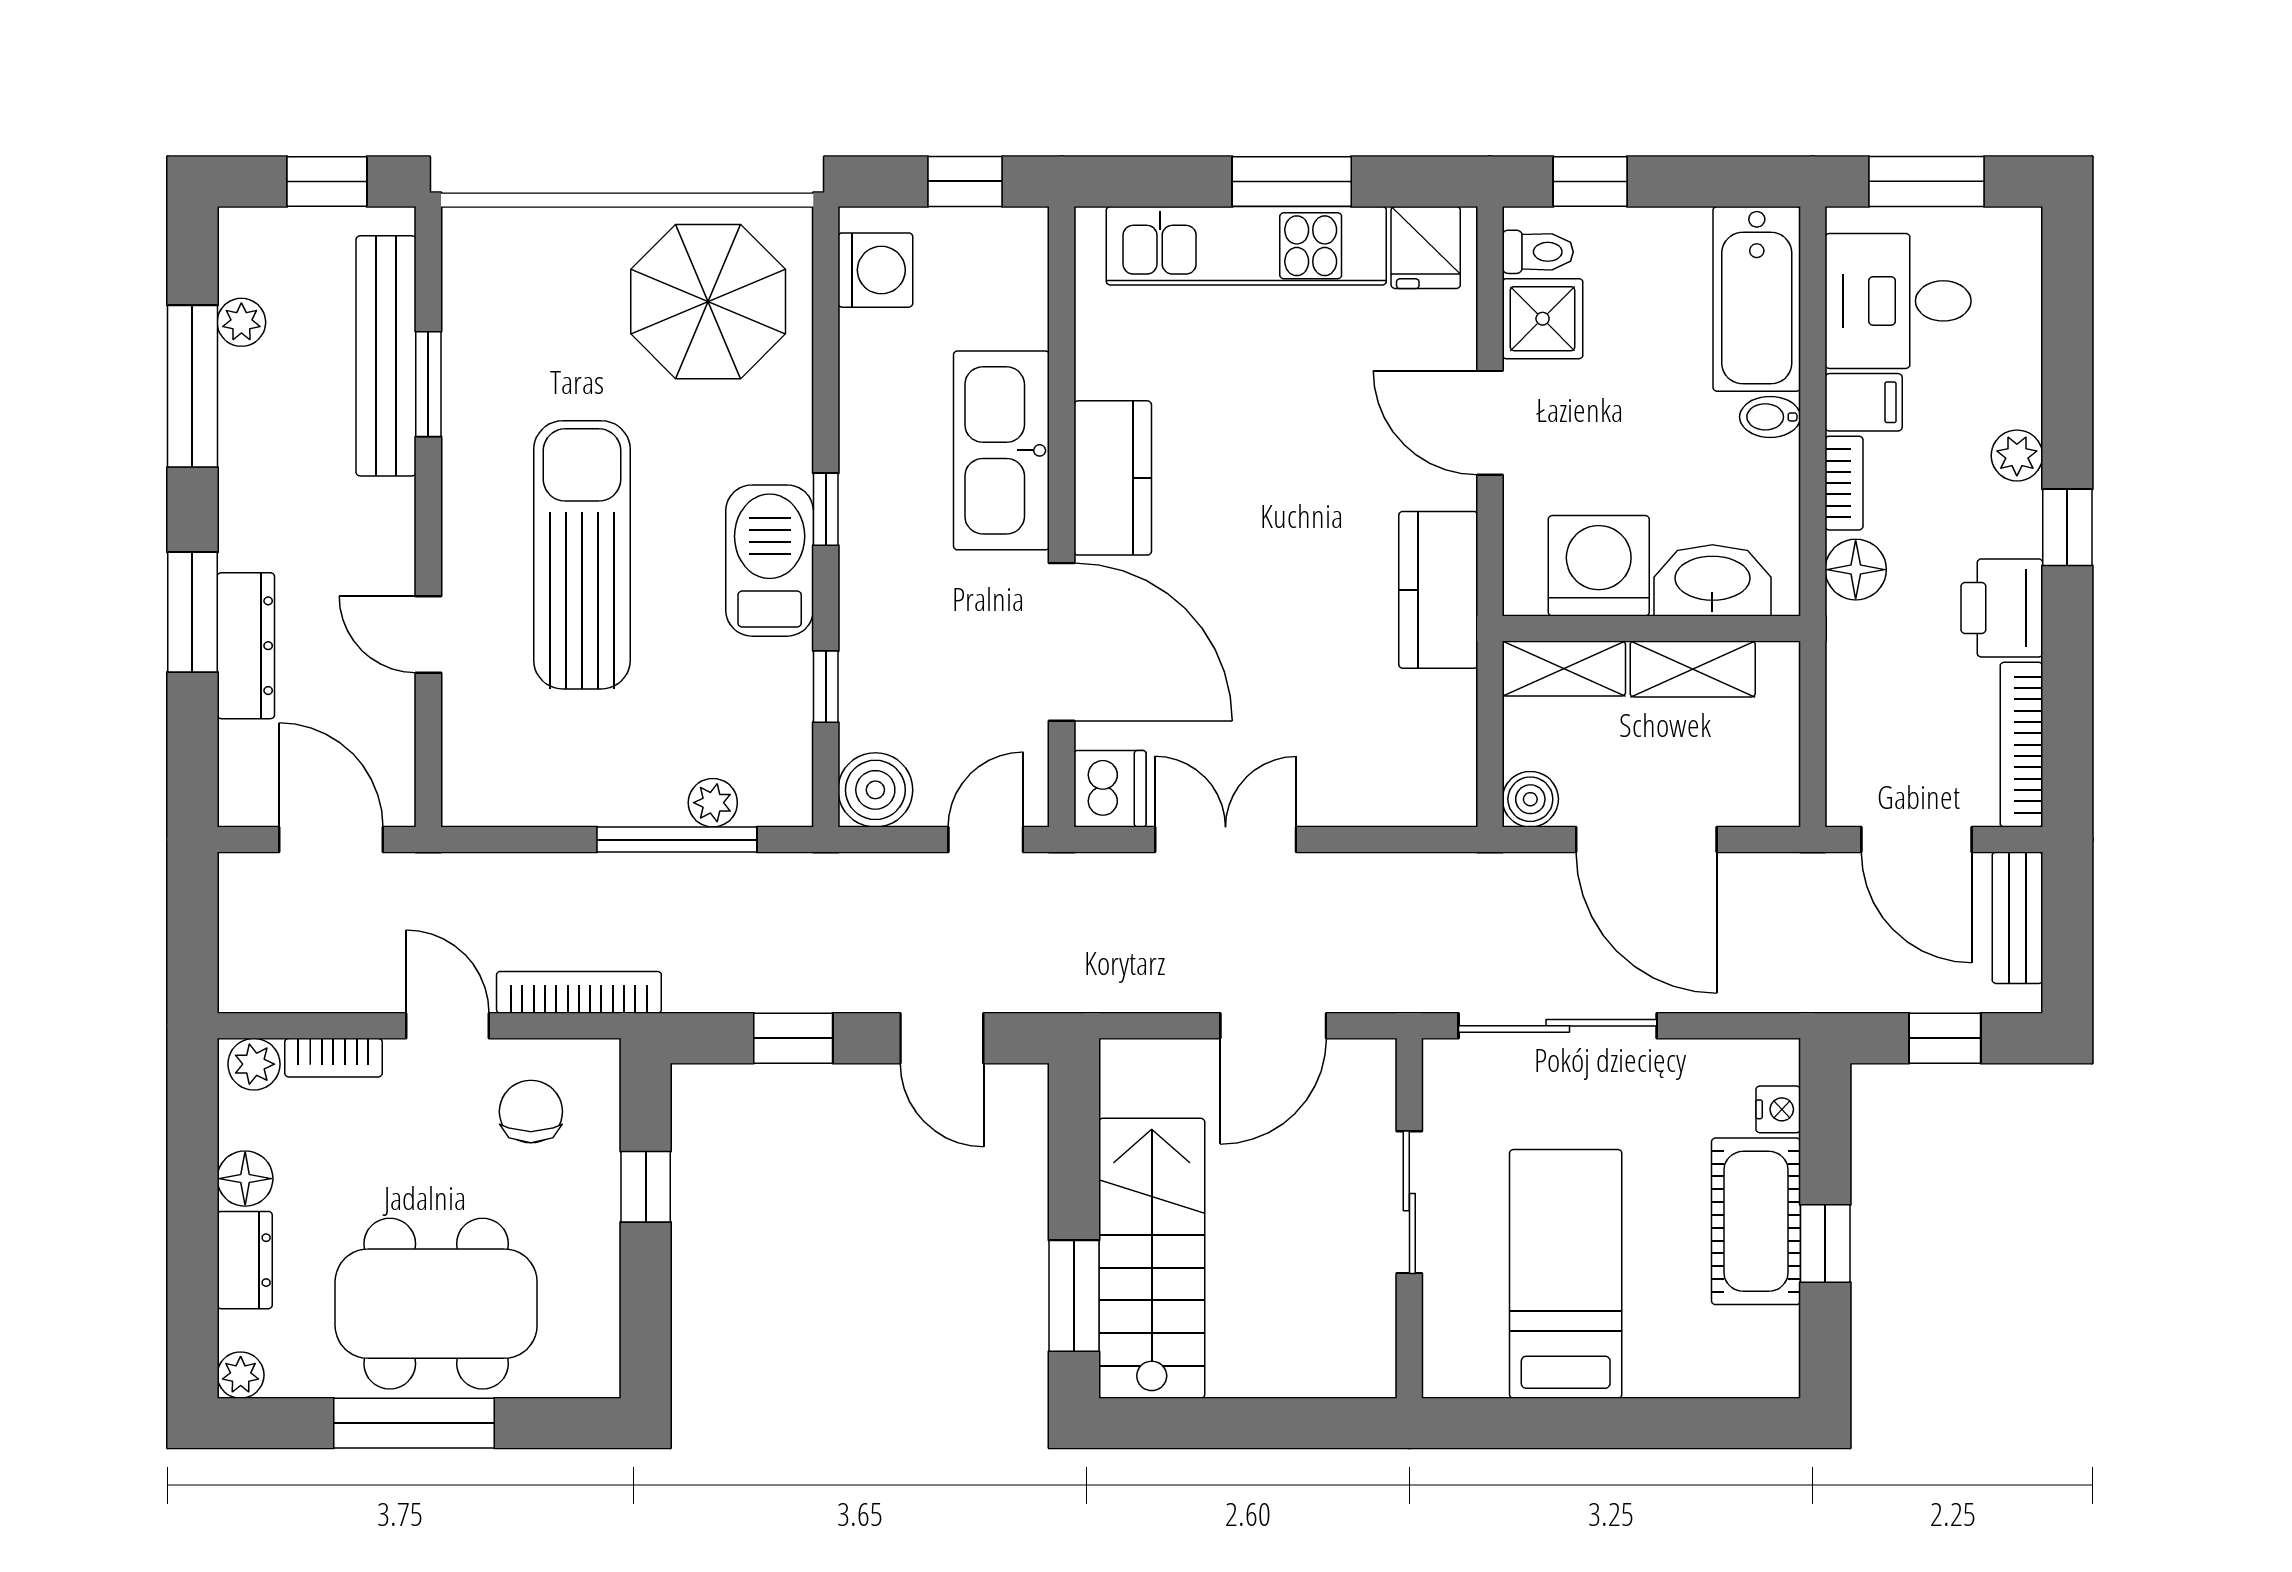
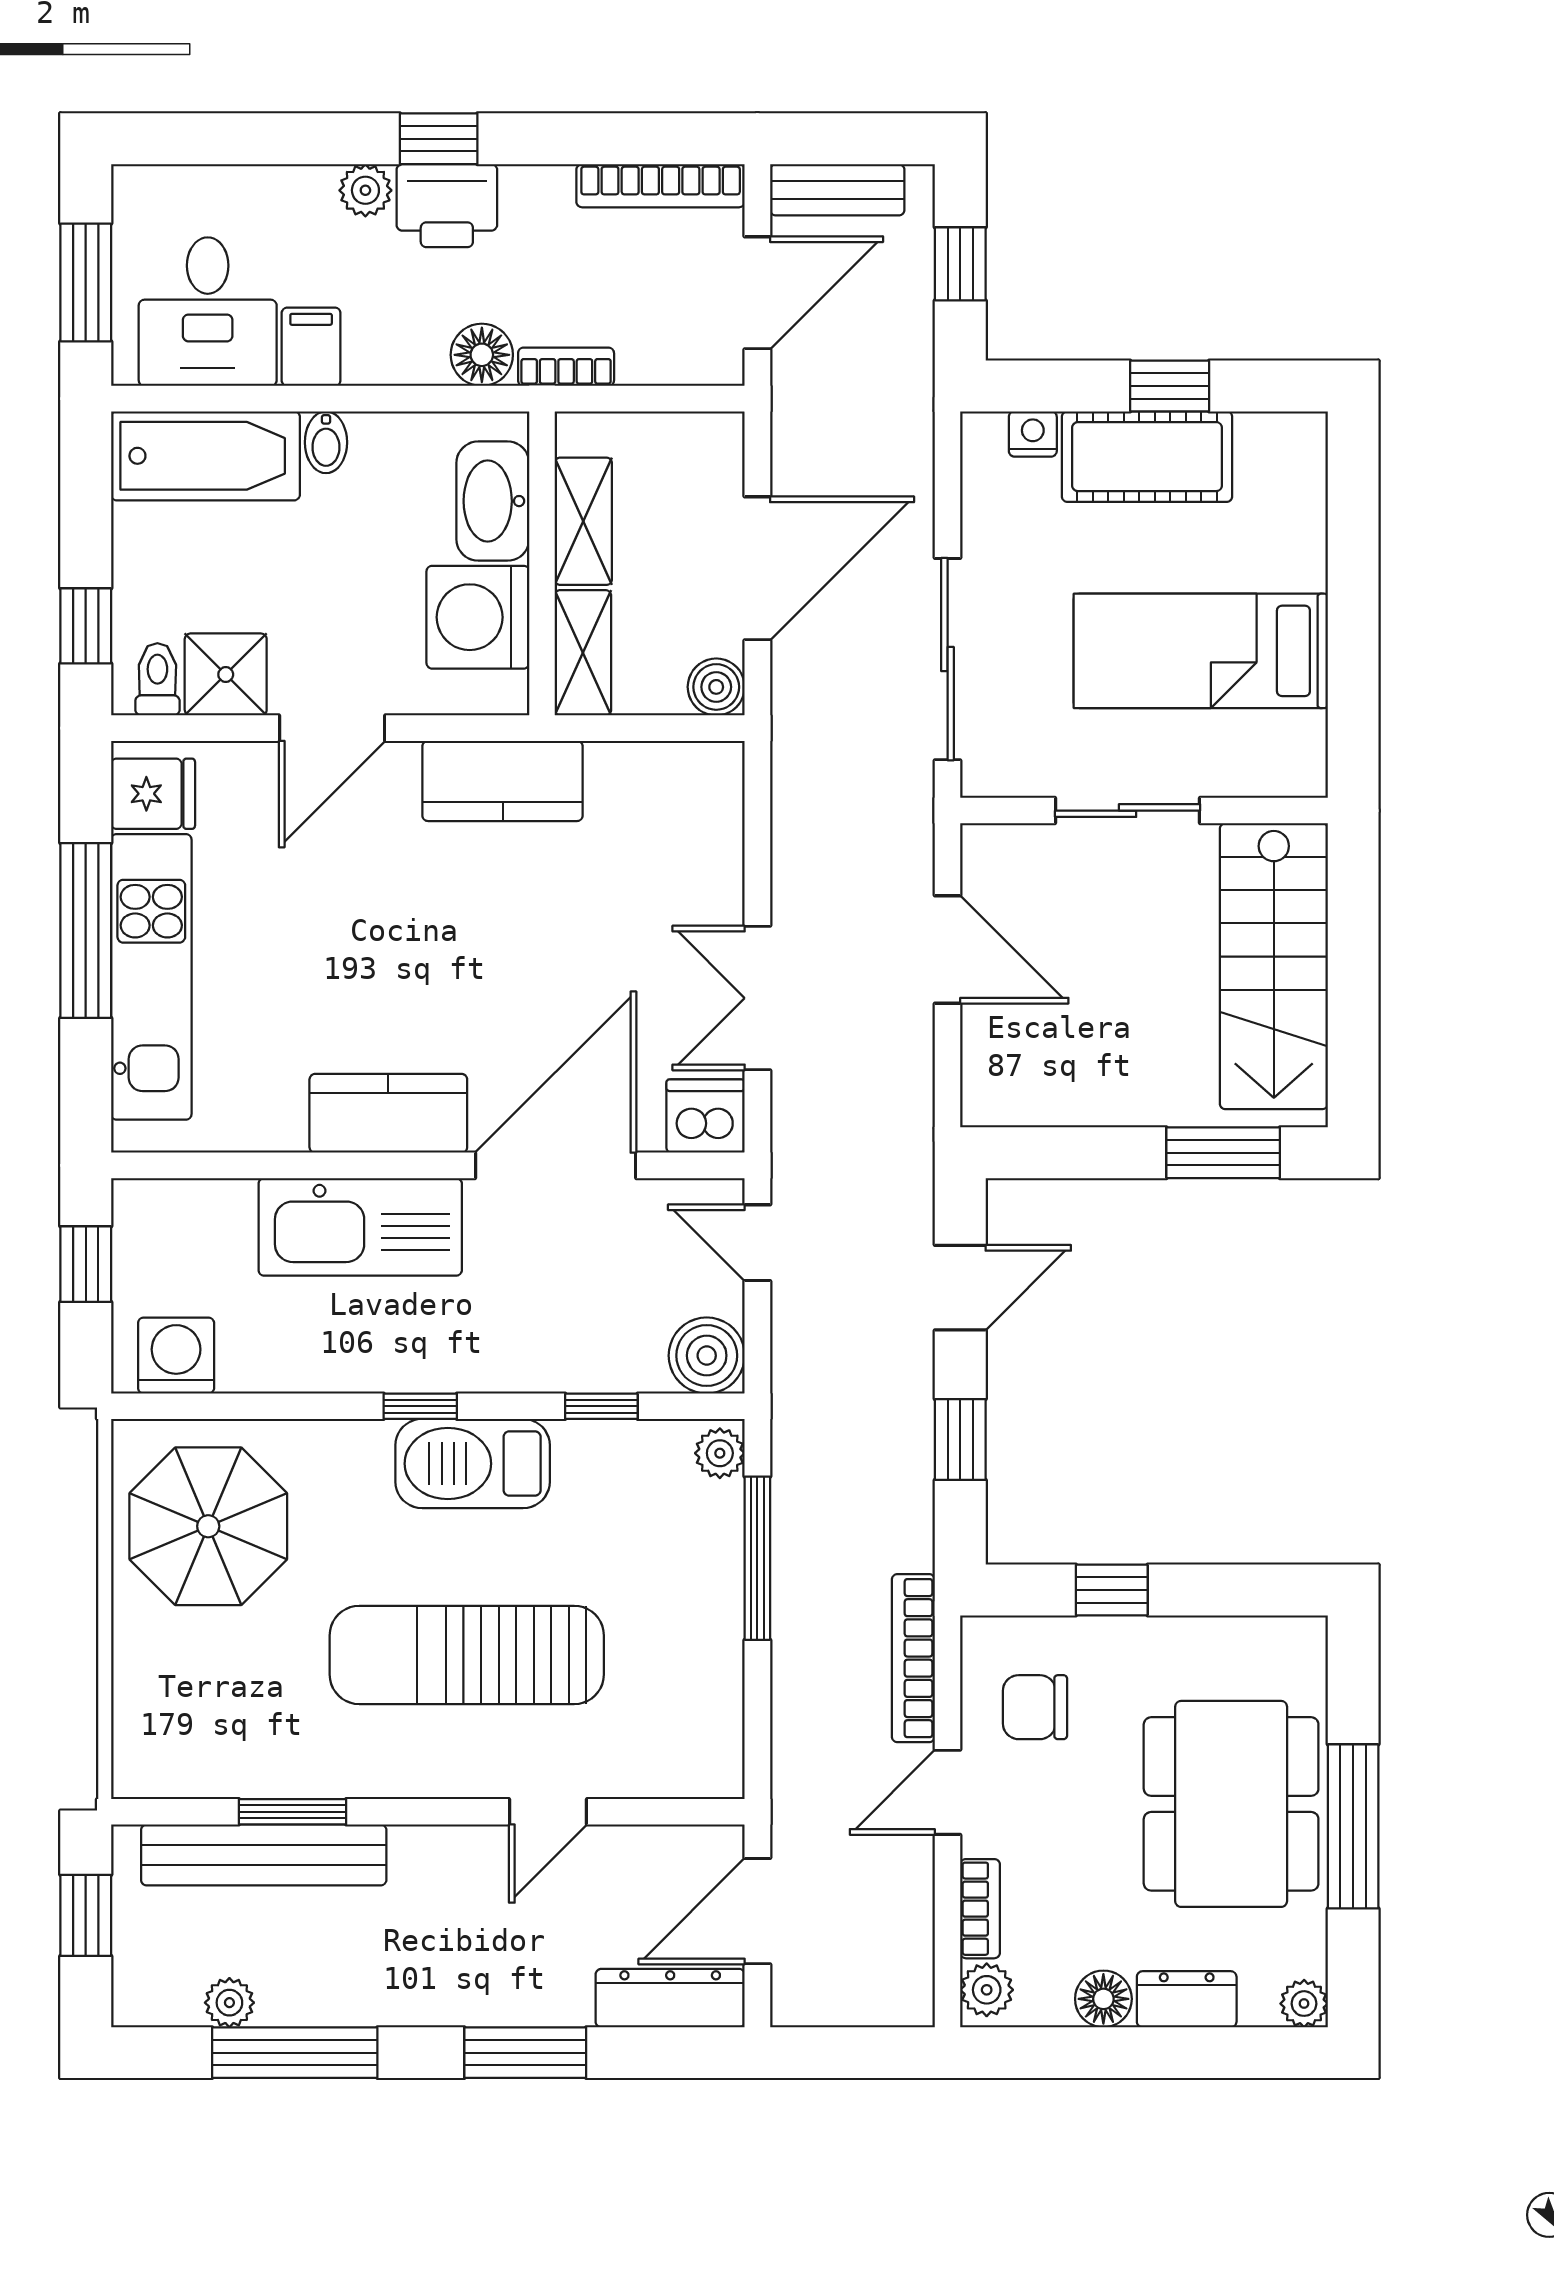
window: (1292, 181) -> (86, 930), width x1.44
bookcase: (1844, 483) -> (566, 367), moved
printer: (2002, 608) -> (447, 206), moved
dresser: (246, 646) -> (670, 1998), moved
plant: (713, 803) -> (720, 1453), moved
stairs: (1152, 1258) -> (1274, 966), moved, turned -90

